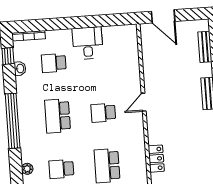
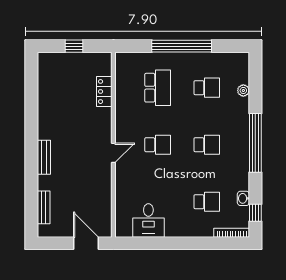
desk: (88, 43) -> (148, 220), moved
school desk: (58, 116) -> (207, 145), width x0.54

